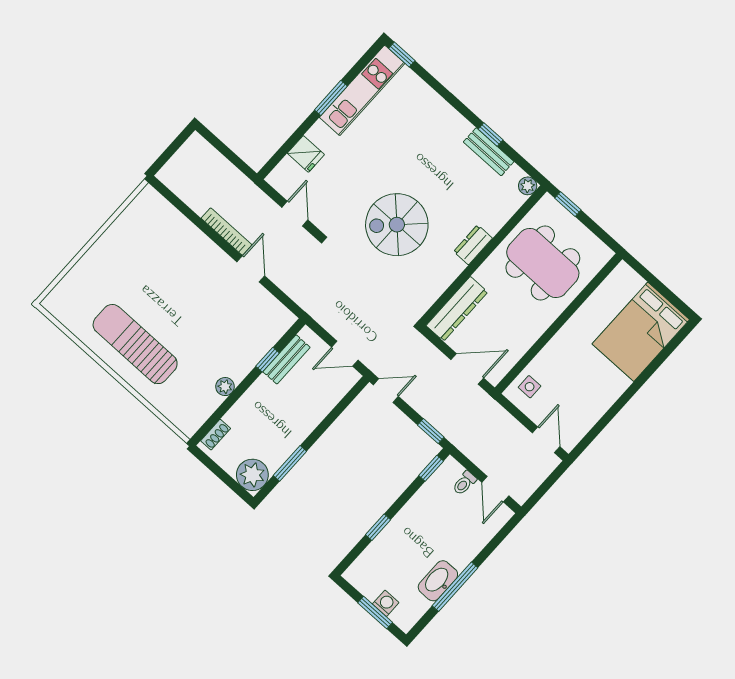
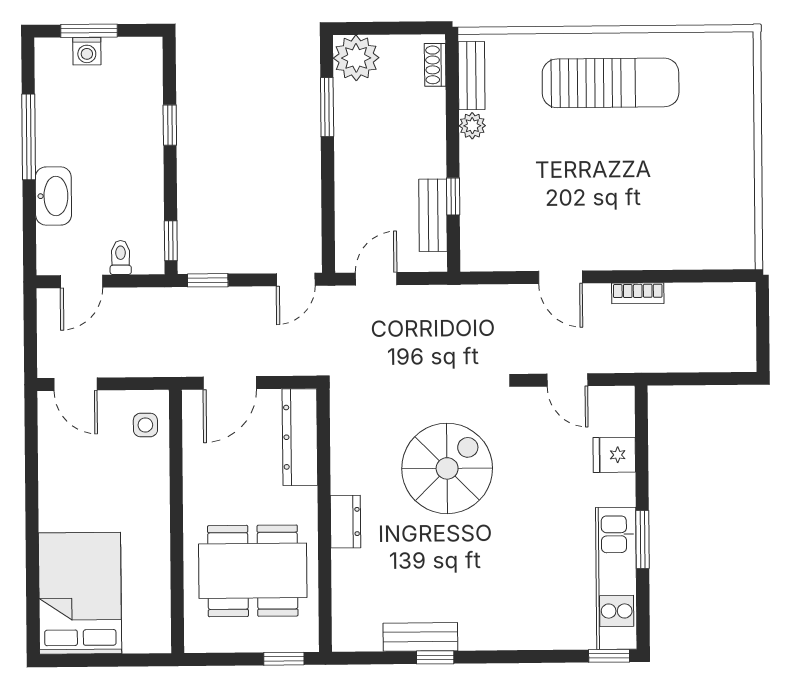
plant: (528, 186) -> (345, 639), removed
bookcase: (226, 232) -> (638, 293), width x0.64
bench: (202, 412) -> (472, 76), added
door: (495, 489) -> (81, 281), swing flipped
washbasin: (438, 581) -> (53, 196), moved

